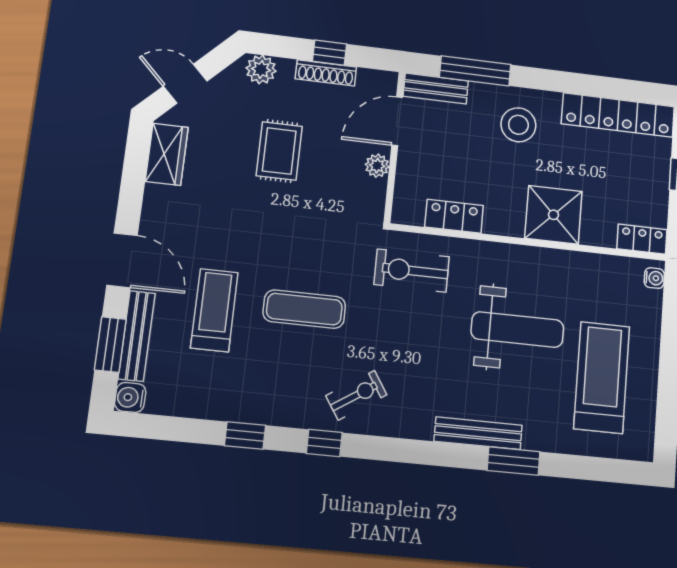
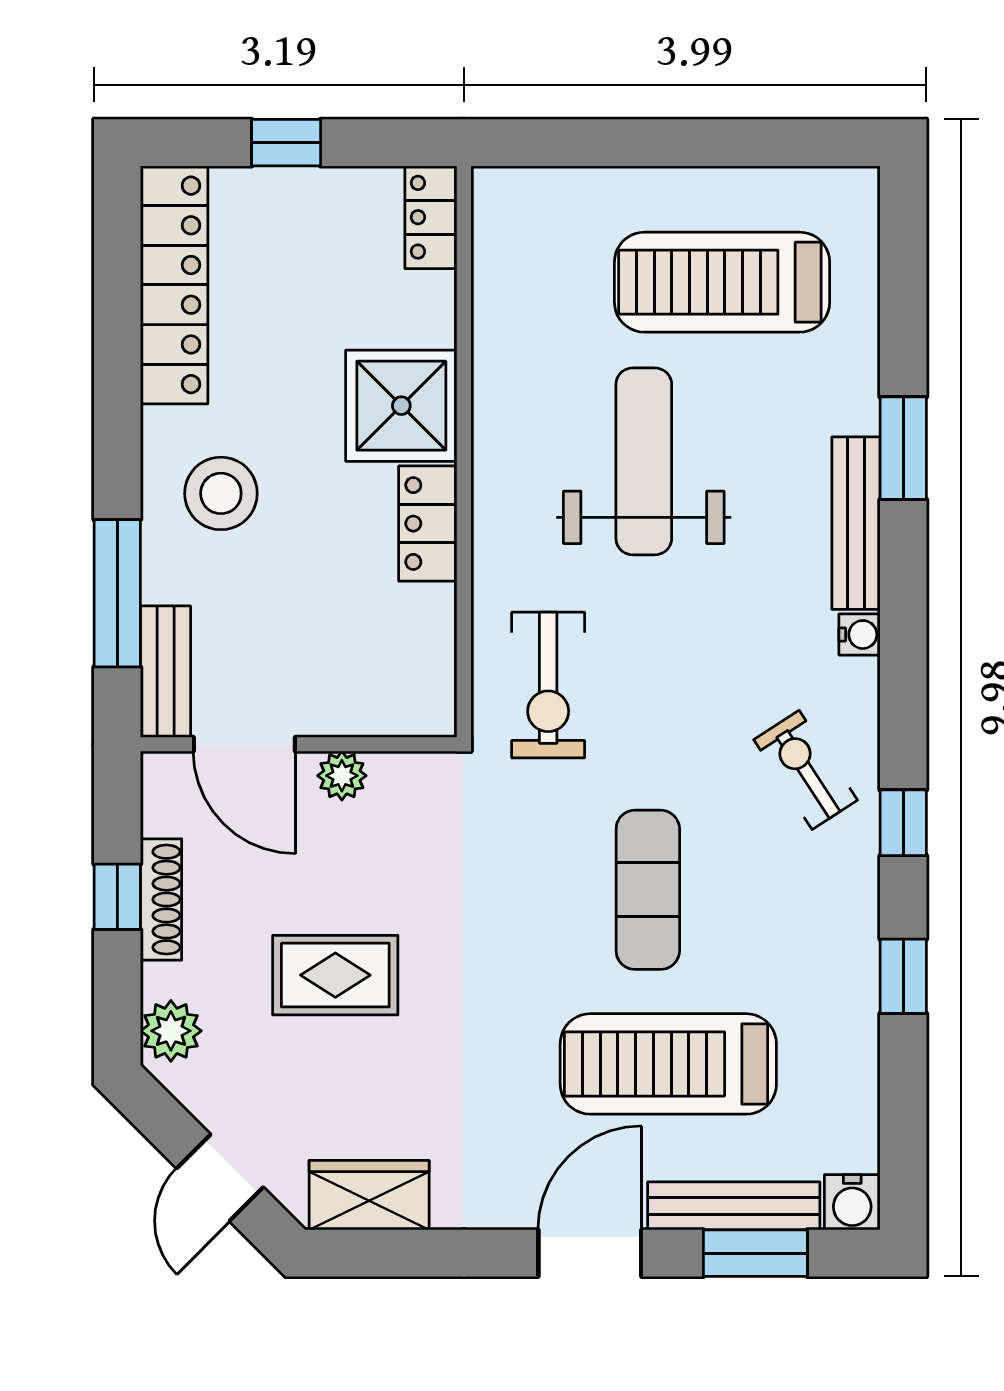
locker: (454, 216) -> (428, 524), moved
water cooler: (654, 278) -> (860, 635), moved, turned 90
treadmill: (214, 310) -> (668, 1064), width x1.37, depth x1.38

